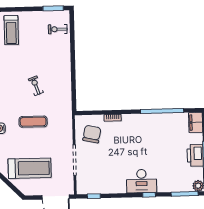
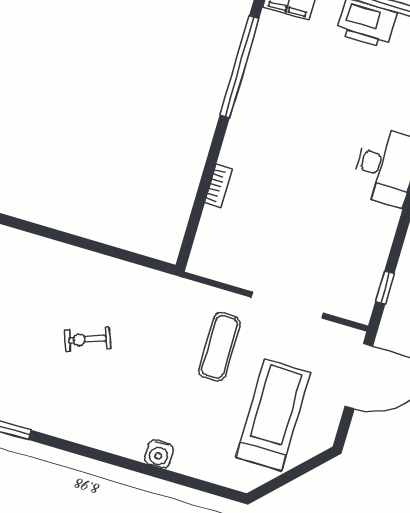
exercise mat: (33, 122) -> (219, 347), moved
chair: (92, 134) -> (241, 246), removed

